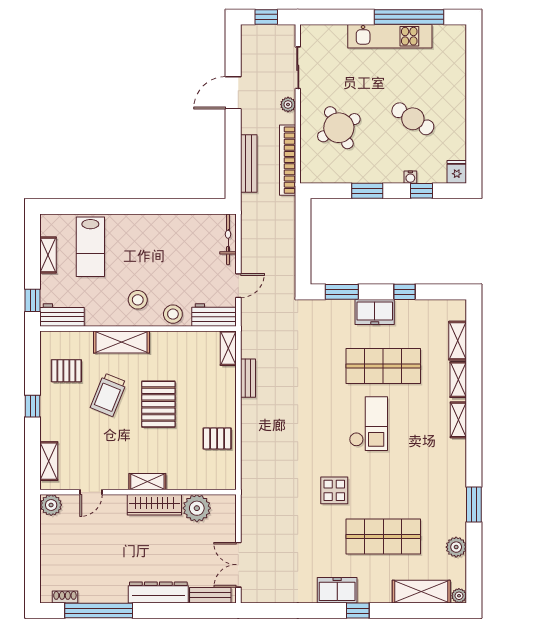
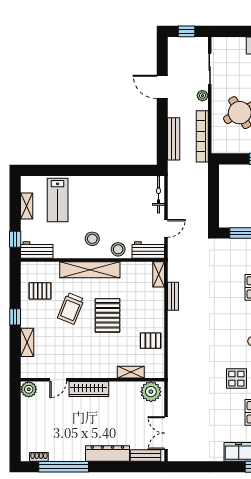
door: (233, 93) -> (162, 87), hinge flipped
shelving: (121, 342) -> (90, 270), width x1.47
shelving: (49, 461) -> (27, 342), moved
shelving: (147, 482) -> (131, 372), moved
wardrobe: (154, 505) -> (89, 389), moved
plant: (197, 508) -> (151, 392), moved

